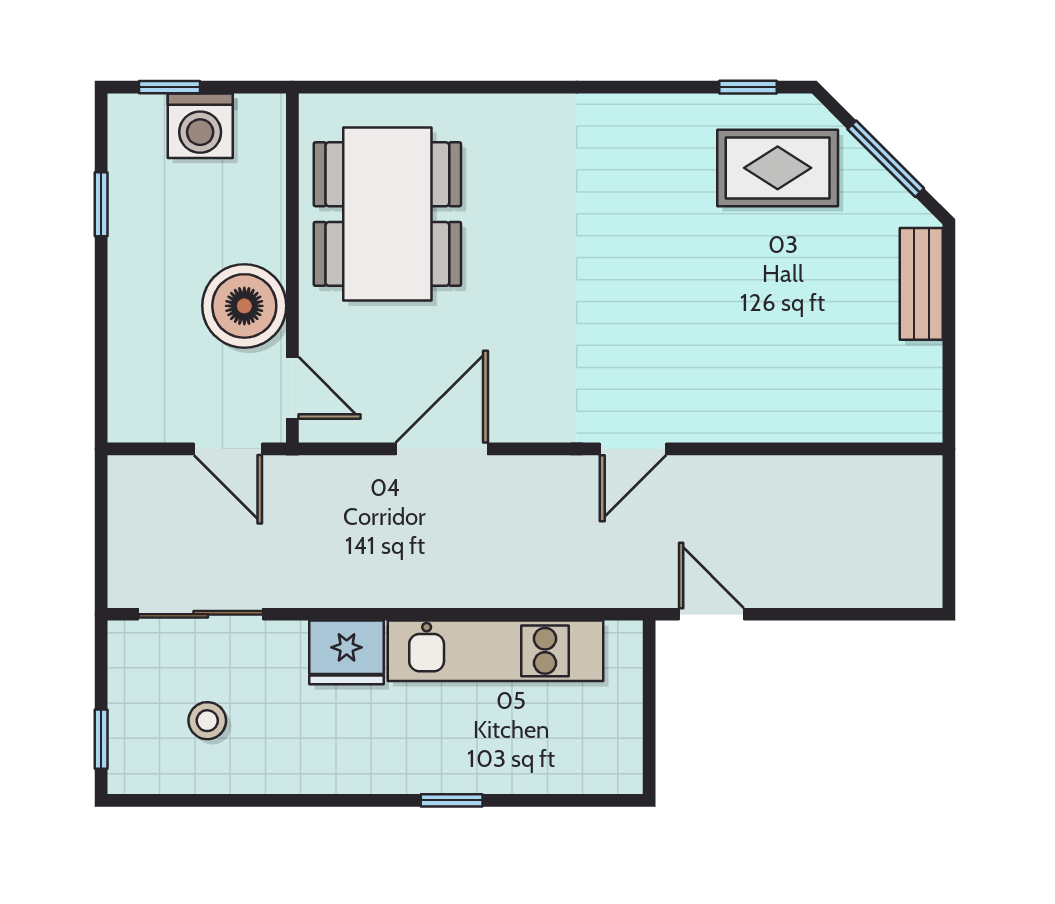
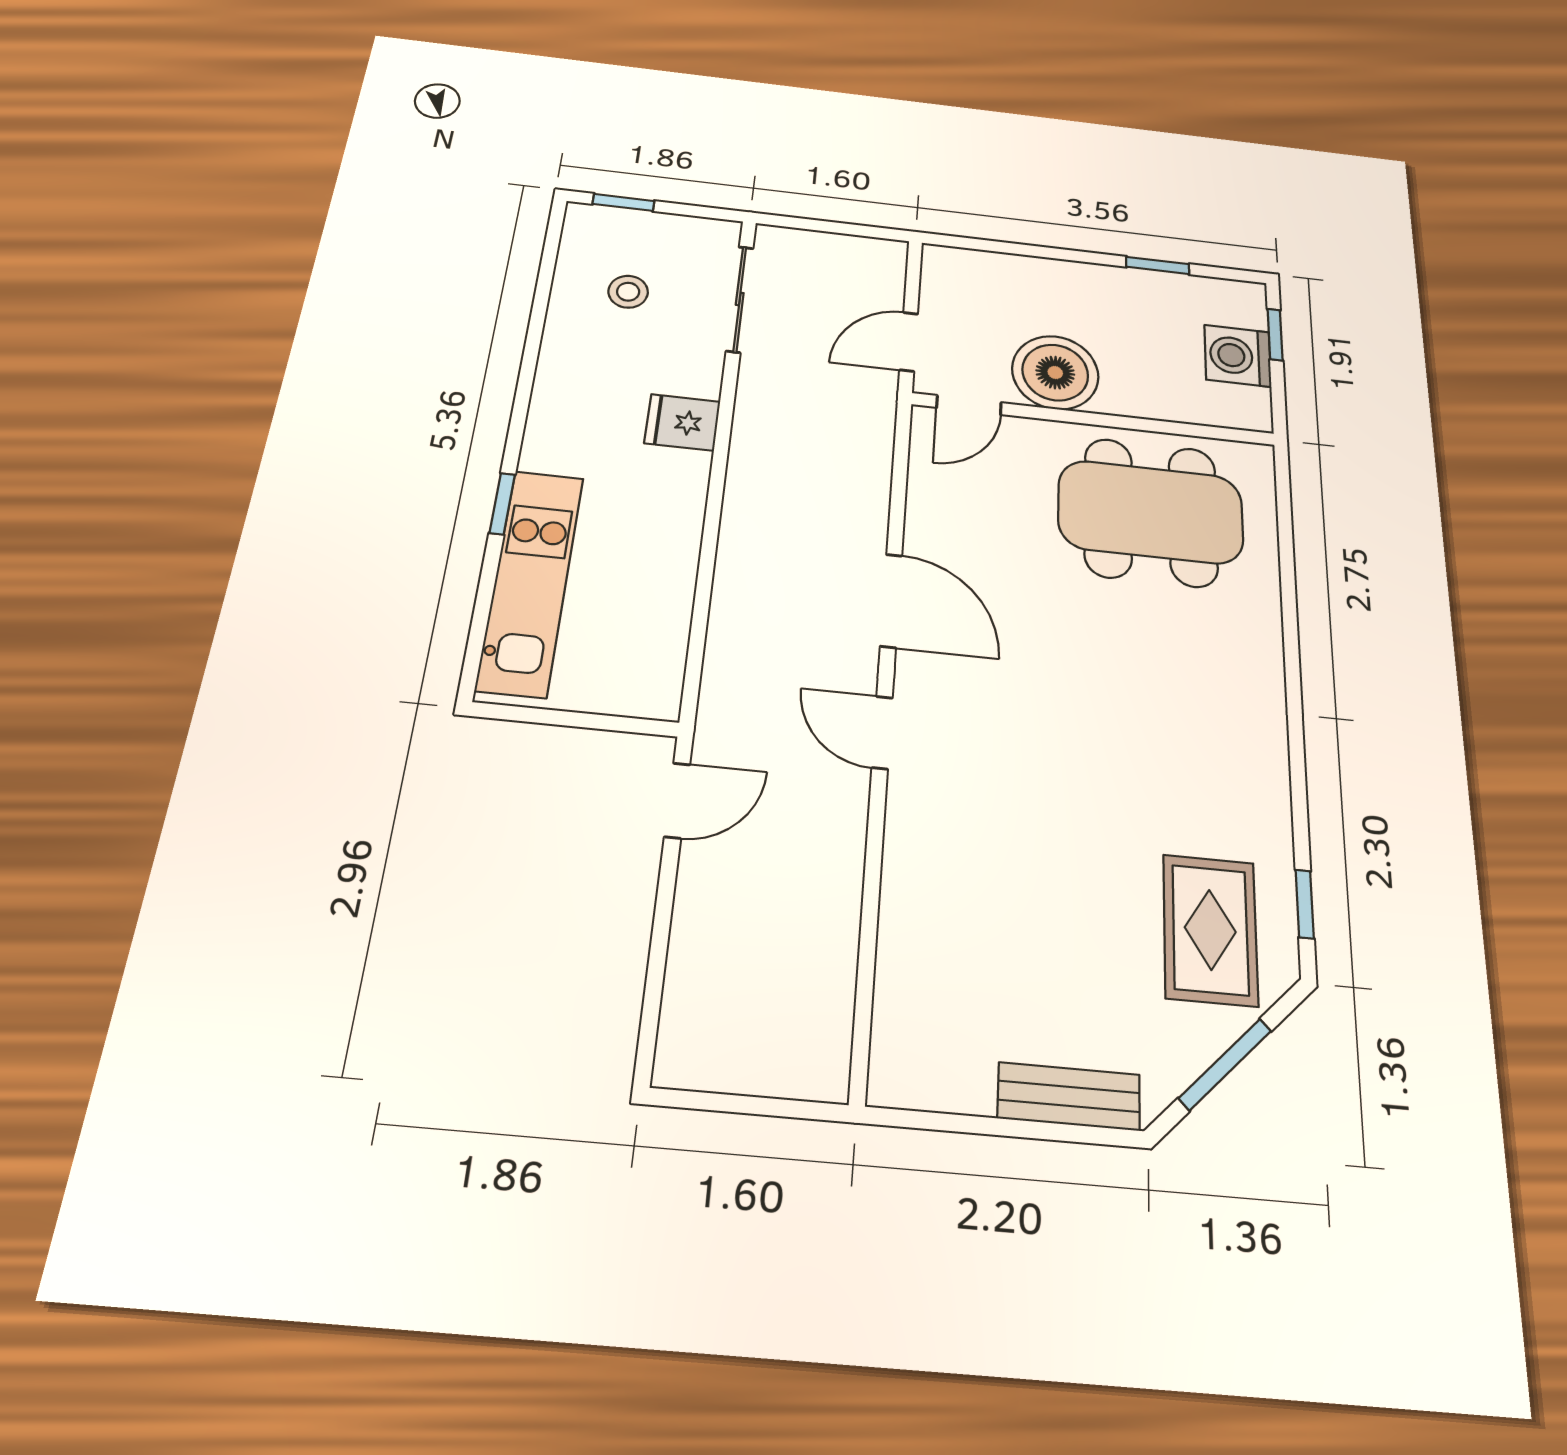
door: (442, 449) -> (891, 601), moved
kitchen unit: (495, 651) -> (530, 582), moved, turned 180
fridge: (347, 652) -> (682, 422), width x0.72

